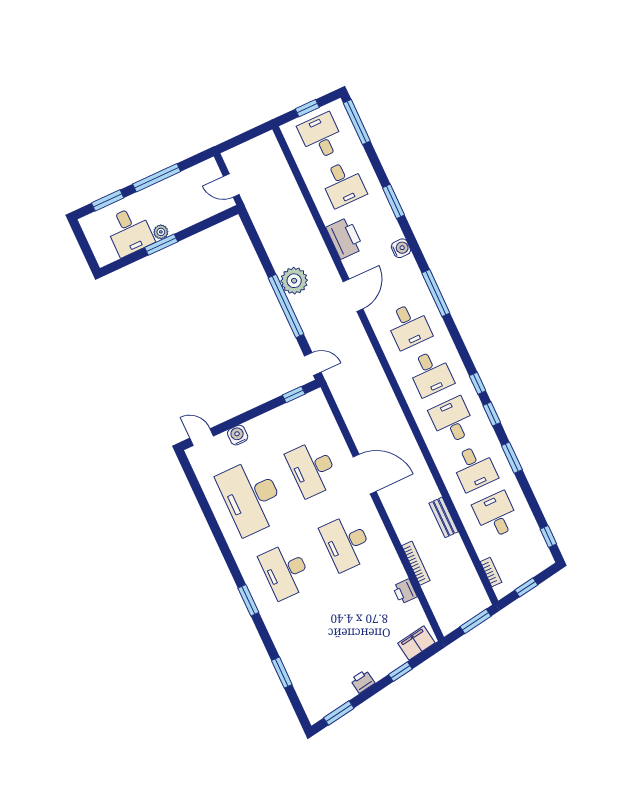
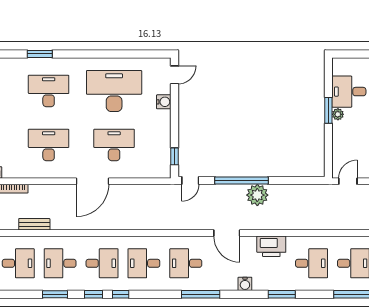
desk: (343, 184) -> (312, 263), turned 180

